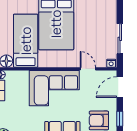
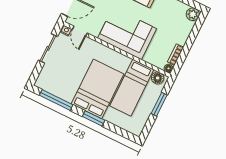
door: (88, 69) -> (80, 31), moved

